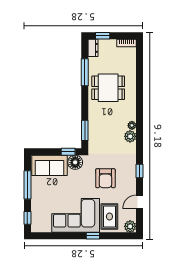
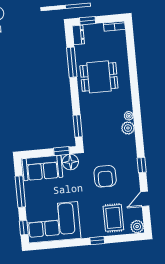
corner sofa: (76, 215) -> (53, 222), moved

